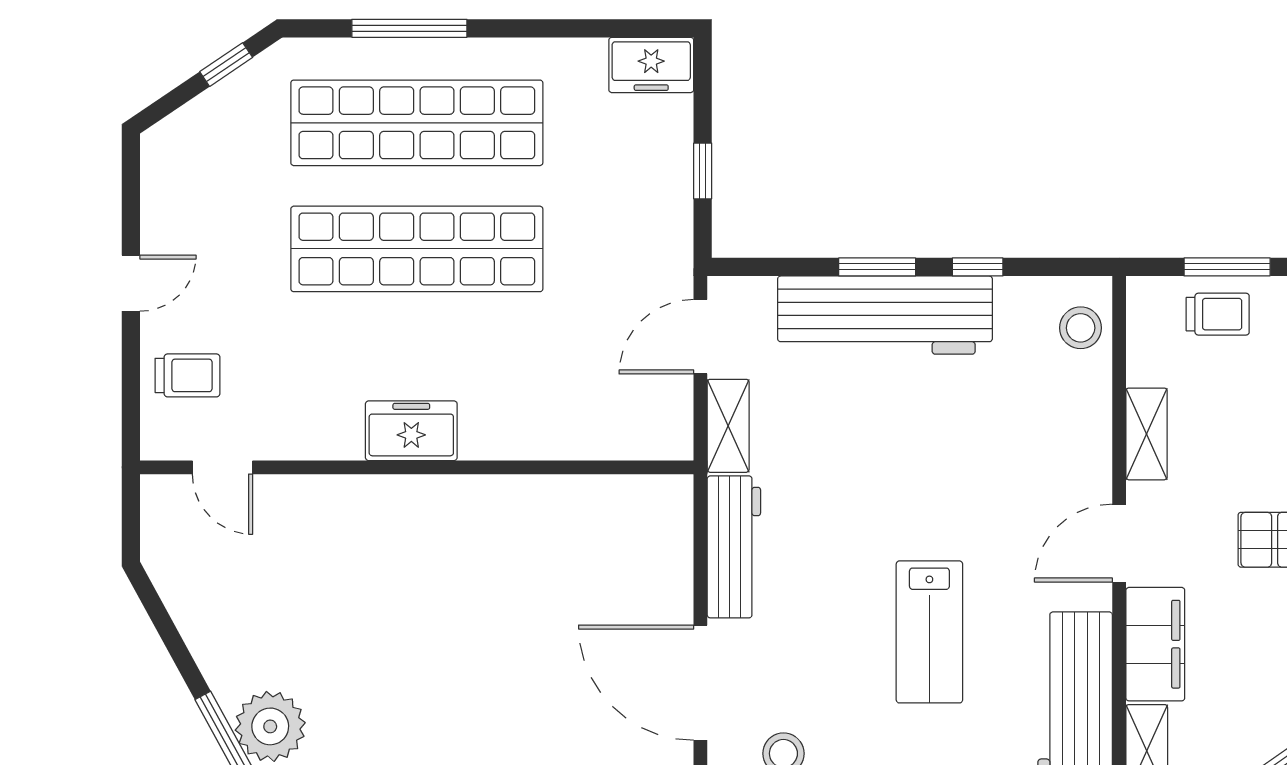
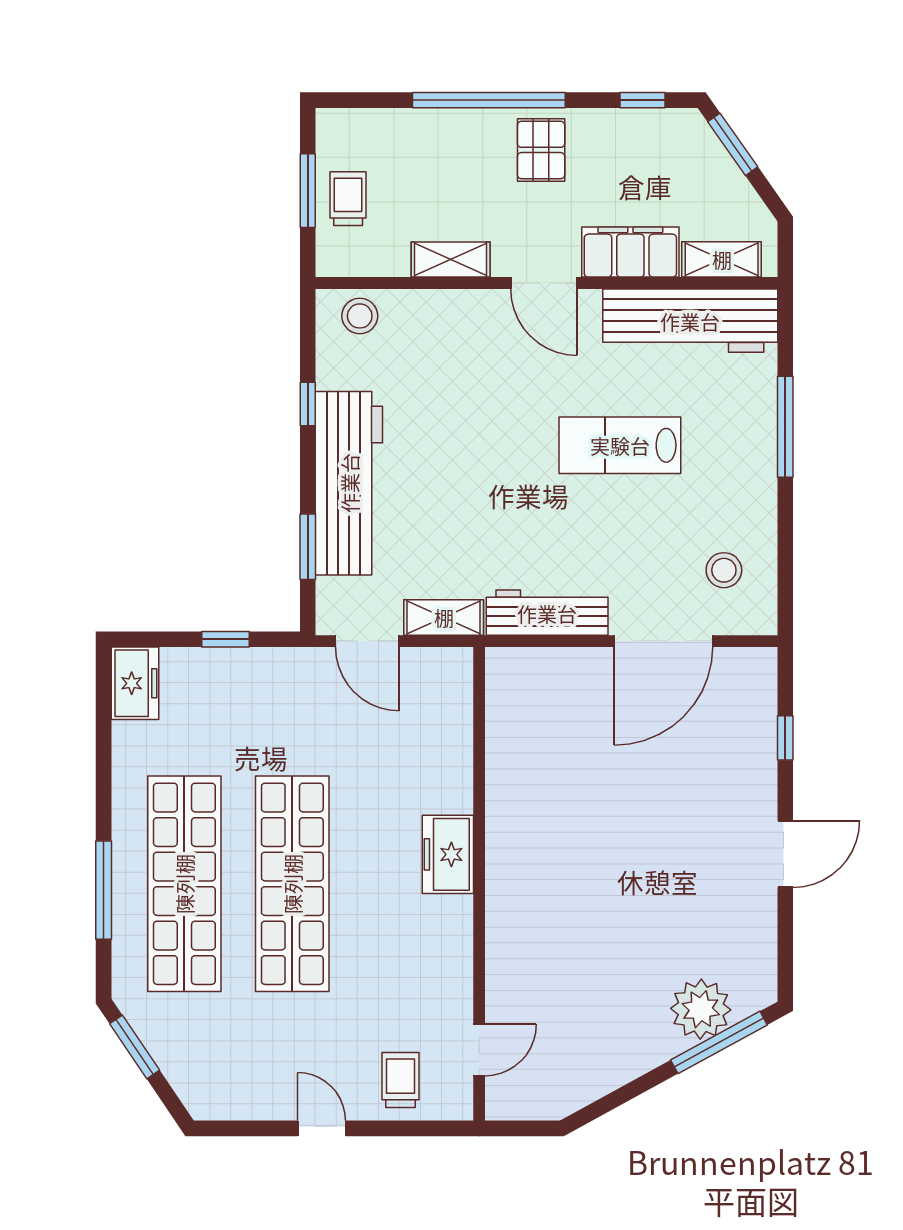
window: (226, 65) -> (135, 1047), width x1.50
window: (877, 267) -> (308, 547), moved
freezer: (411, 431) -> (448, 854), moved
lab bench: (929, 632) -> (620, 445), turned 180

